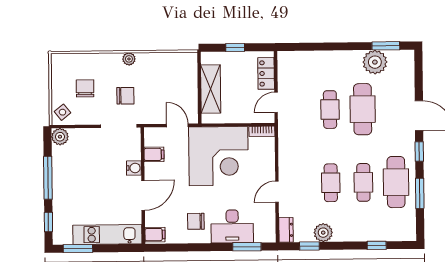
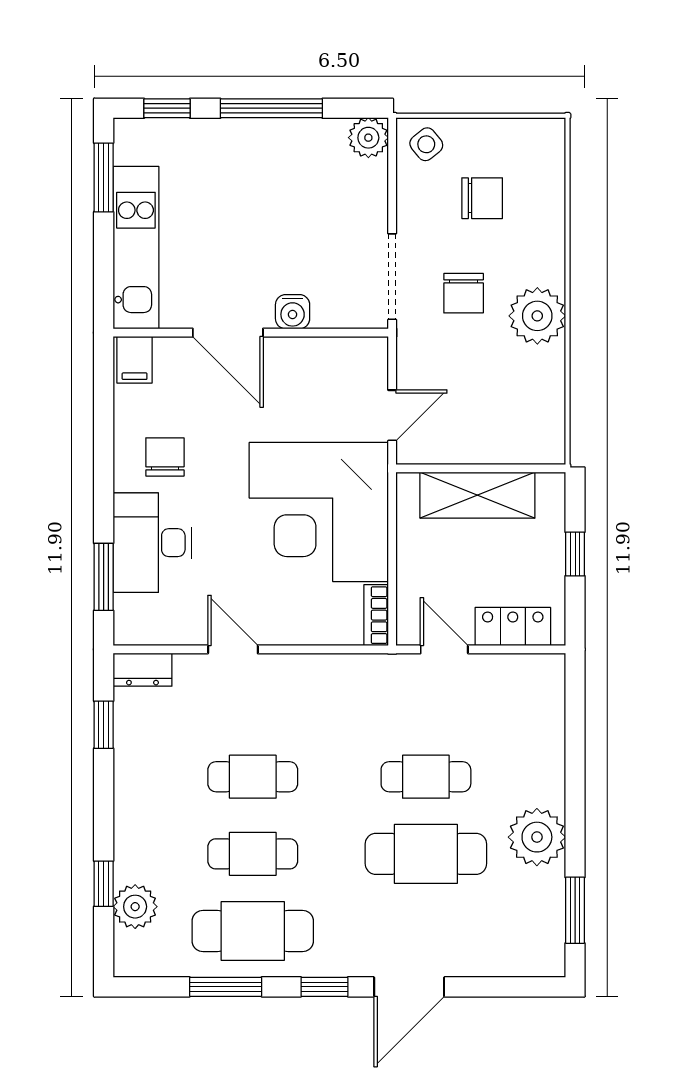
plant: (129, 59) -> (537, 316), width x1.87, depth x1.87
plant: (375, 62) -> (537, 837), moved
filing cabinet: (154, 154) -> (324, 360), removed
plant: (323, 233) -> (135, 907), moved

